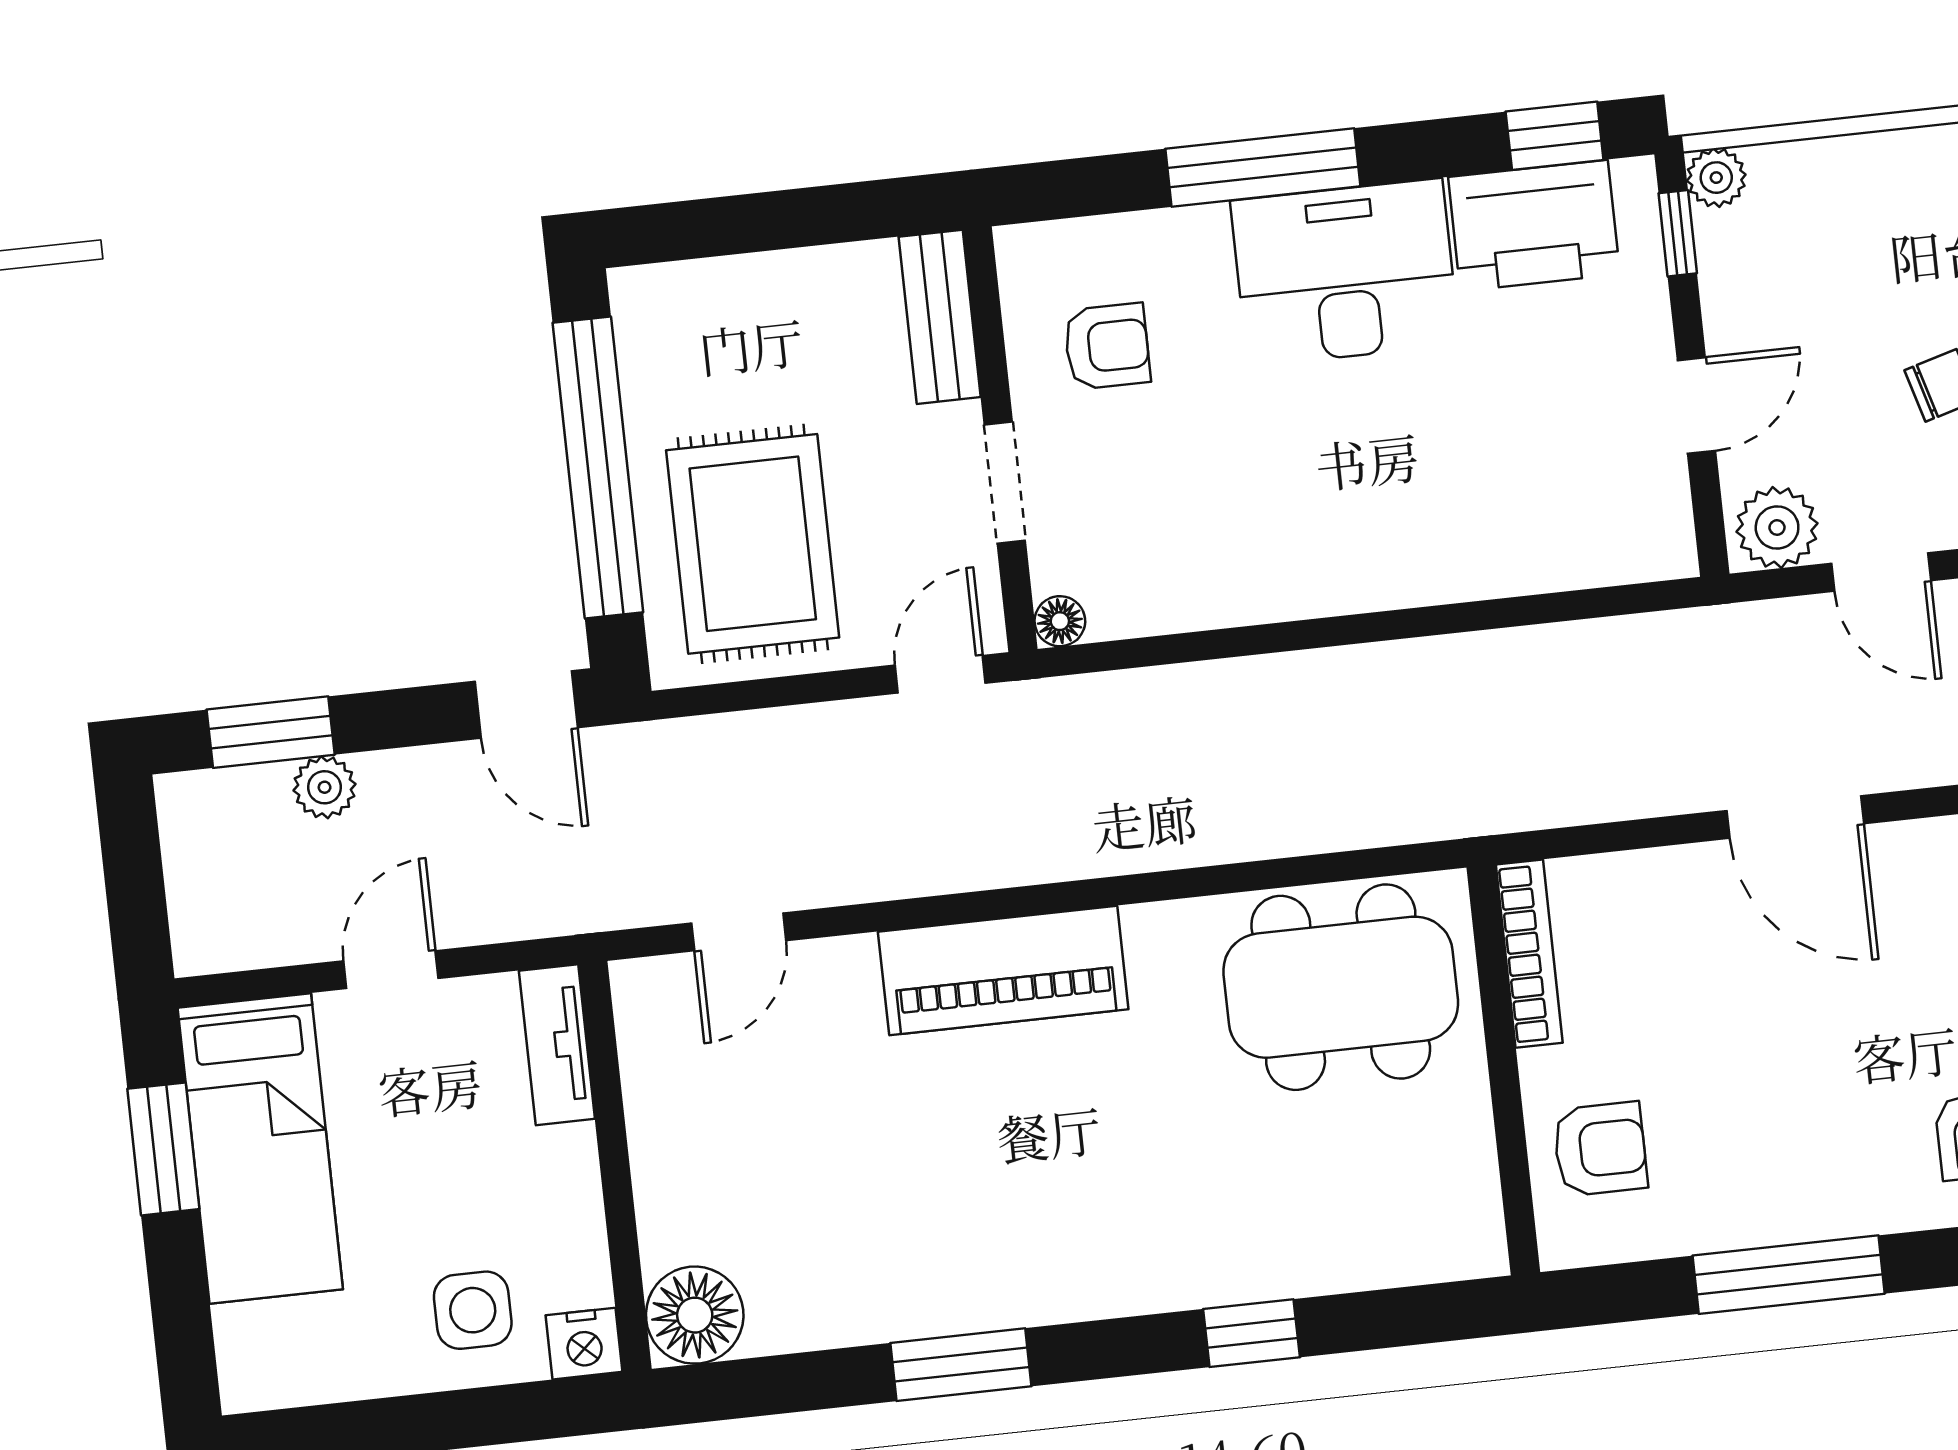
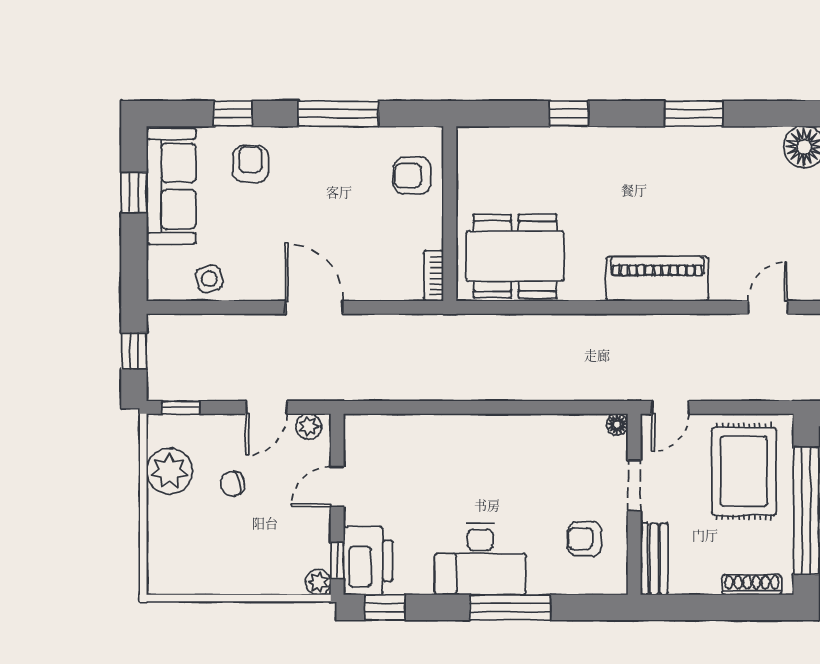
printer: (1534, 226) -> (368, 561), moved, turned 90
shoe rack: (706, 281) -> (752, 585), added
plant: (1777, 527) -> (309, 426), width x0.73, depth x0.73
door: (1881, 572) -> (267, 407), swing flipped
bookcase: (1529, 954) -> (433, 276), width x0.64

